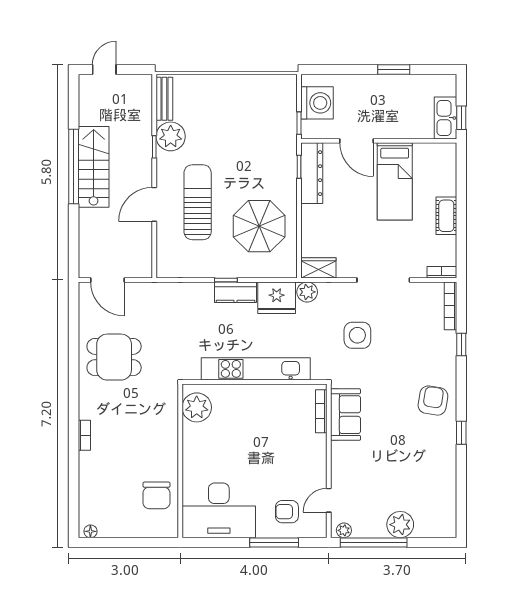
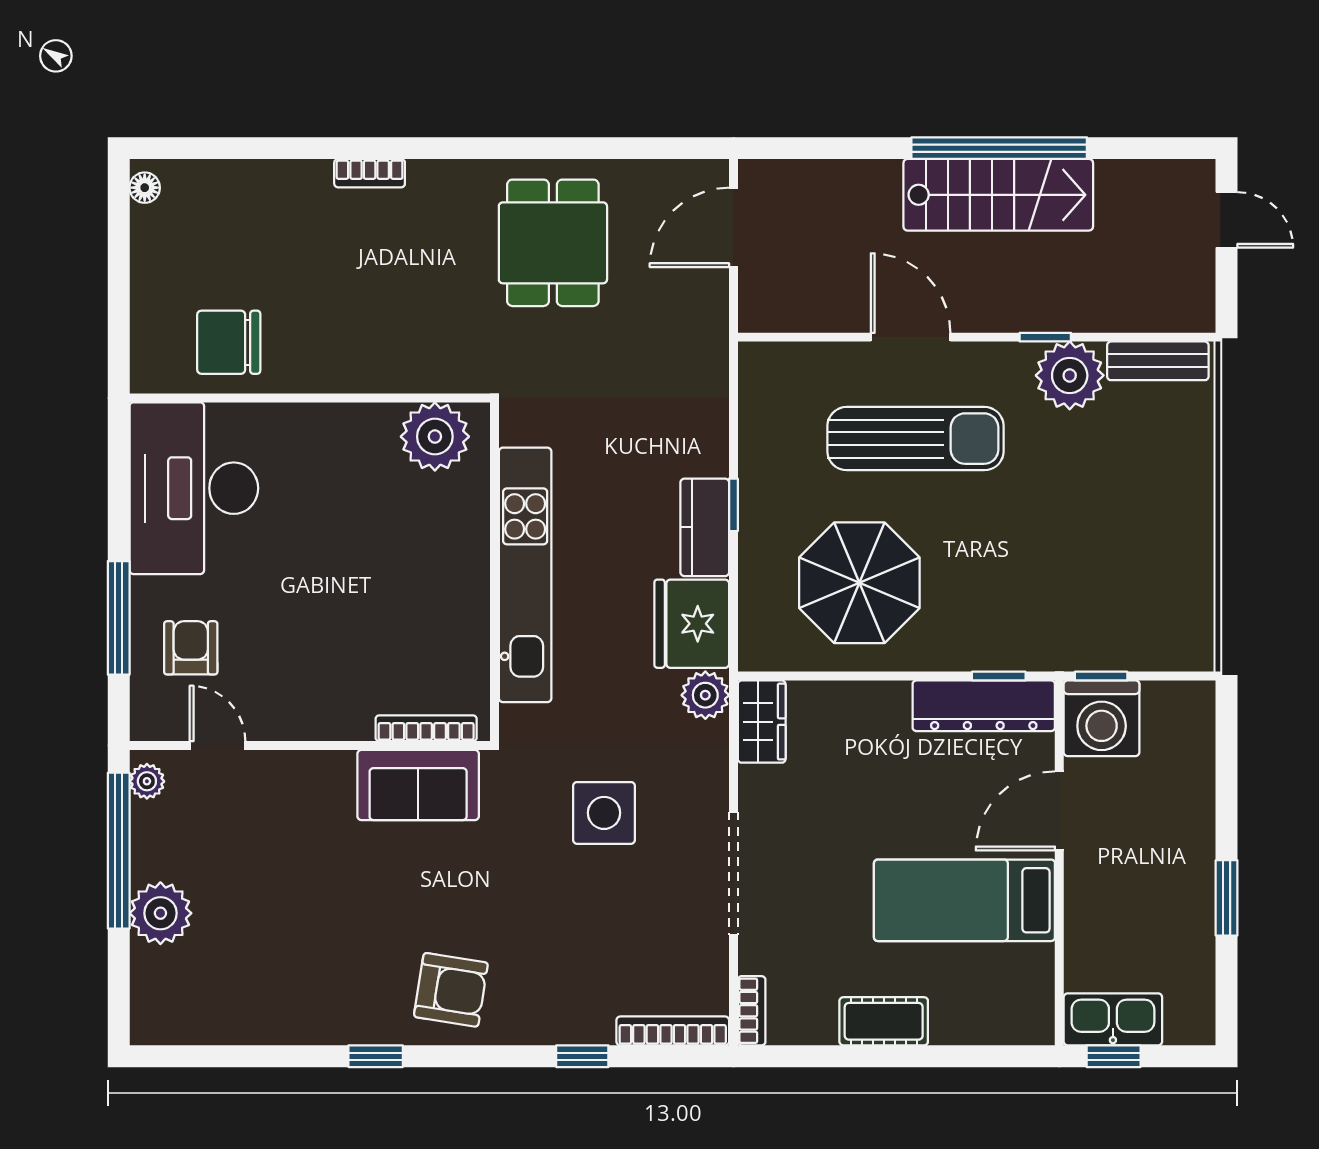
washing machine: (317, 103) -> (1102, 718), moved

